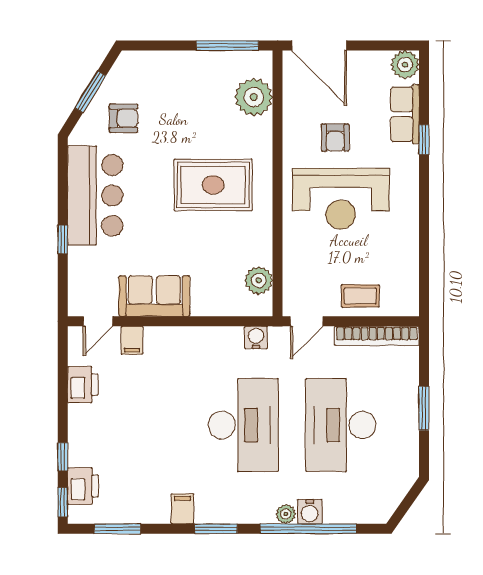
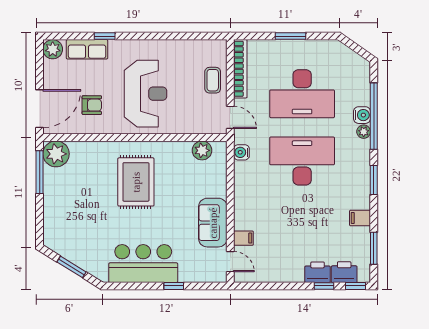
plant: (254, 97) -> (56, 154), moved
armchair: (124, 118) -> (90, 244), removed
armchair: (335, 138) -> (92, 105), moved
printer: (83, 385) -> (318, 272), moved
filing cabinet: (182, 509) -> (360, 218), moved

